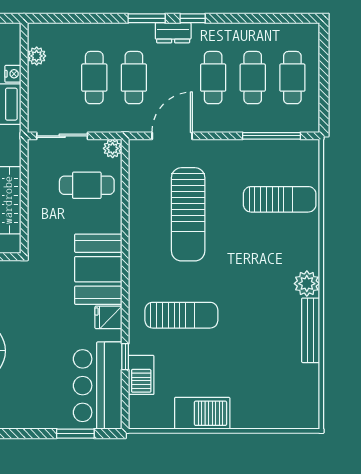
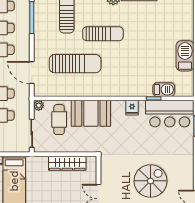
booth: (98, 269) -> (91, 113), moved
sun lounger: (181, 315) -> (103, 34), moved, turned 90

